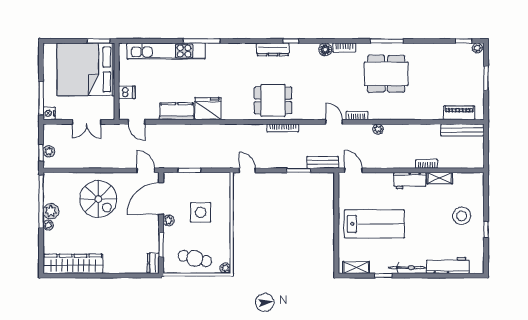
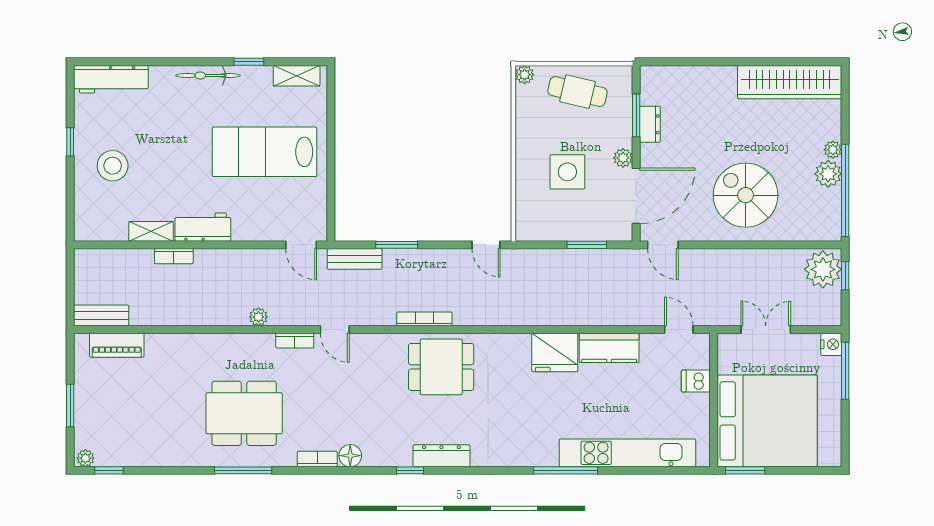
bench: (462, 130) -> (101, 315), width x0.73
plant: (49, 151) -> (823, 269), width x1.88, depth x1.88
dresser: (153, 263) -> (650, 124), moved
workbench: (448, 265) -> (111, 79), moved

